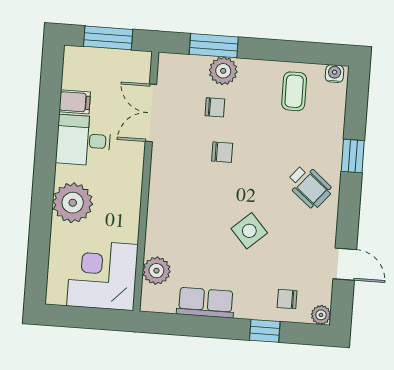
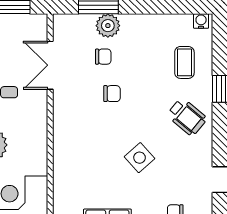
coffee table: (294, 91) -> (184, 62), moved
plant: (156, 271) -> (64, 197), removed

